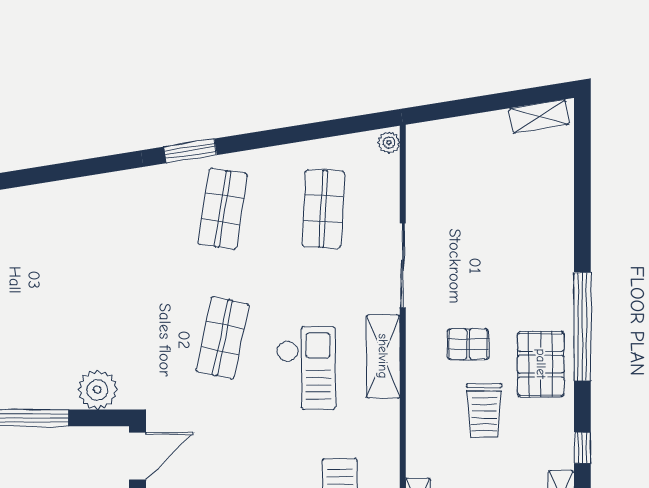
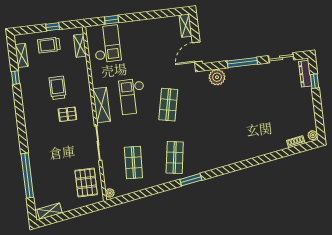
window: (582, 326) -> (27, 176), moved
pallet: (541, 364) -> (86, 182), moved

